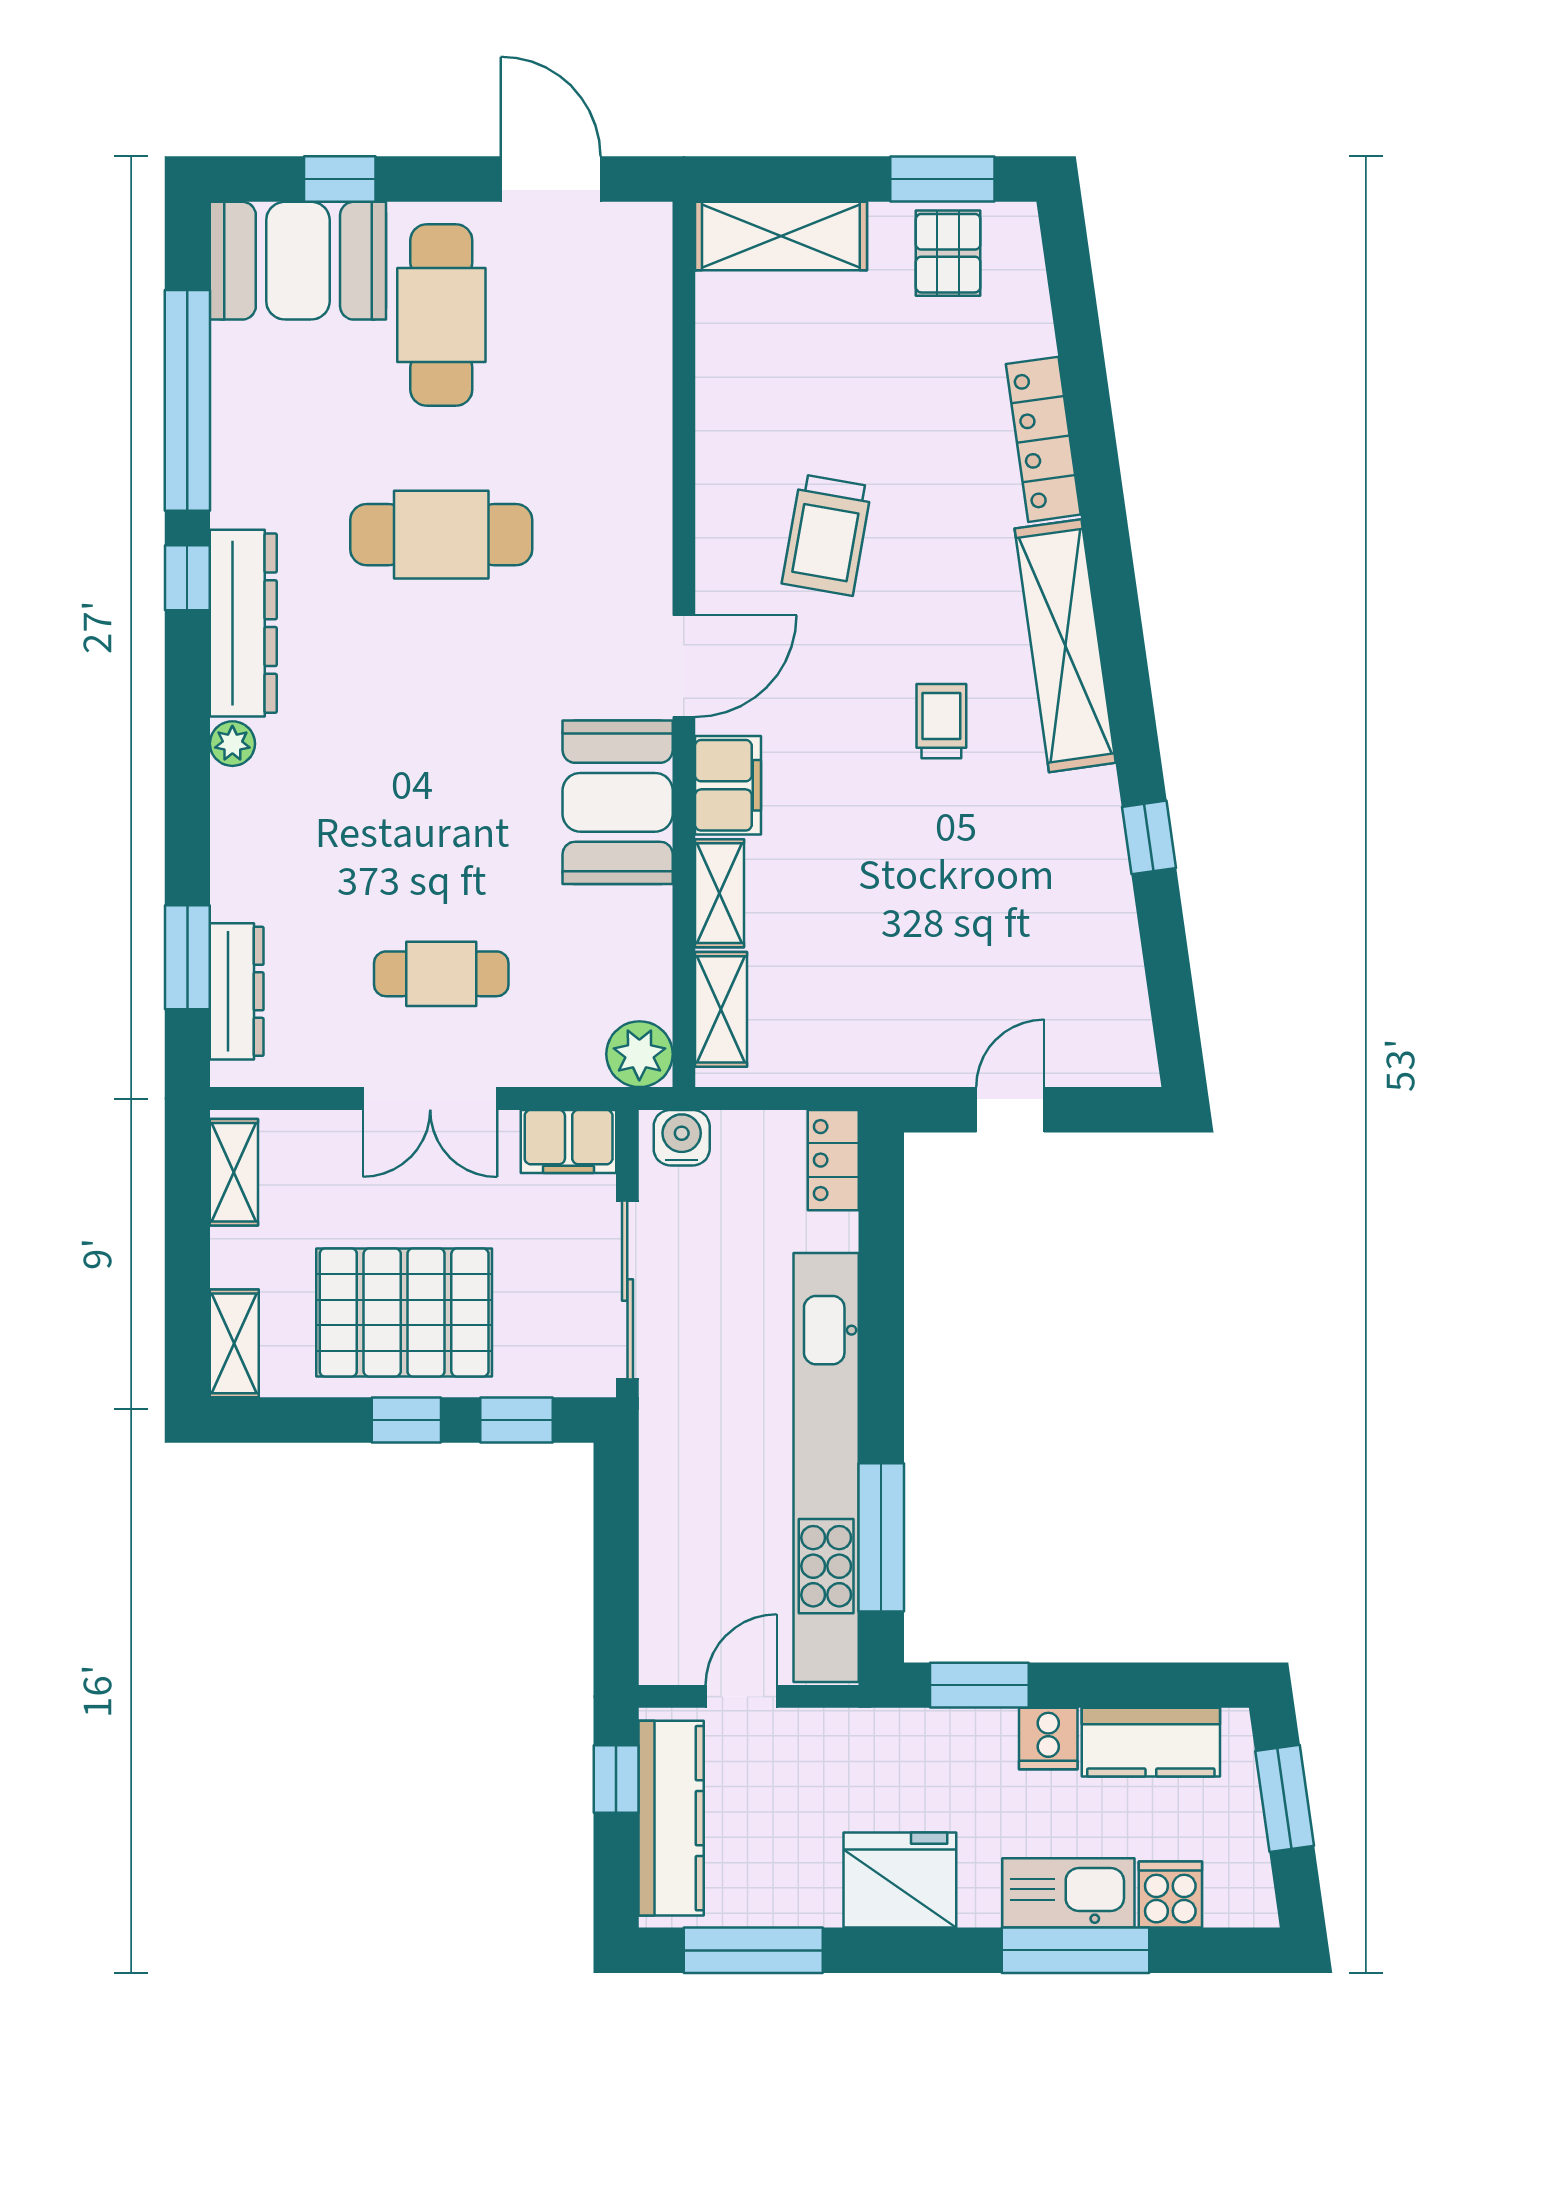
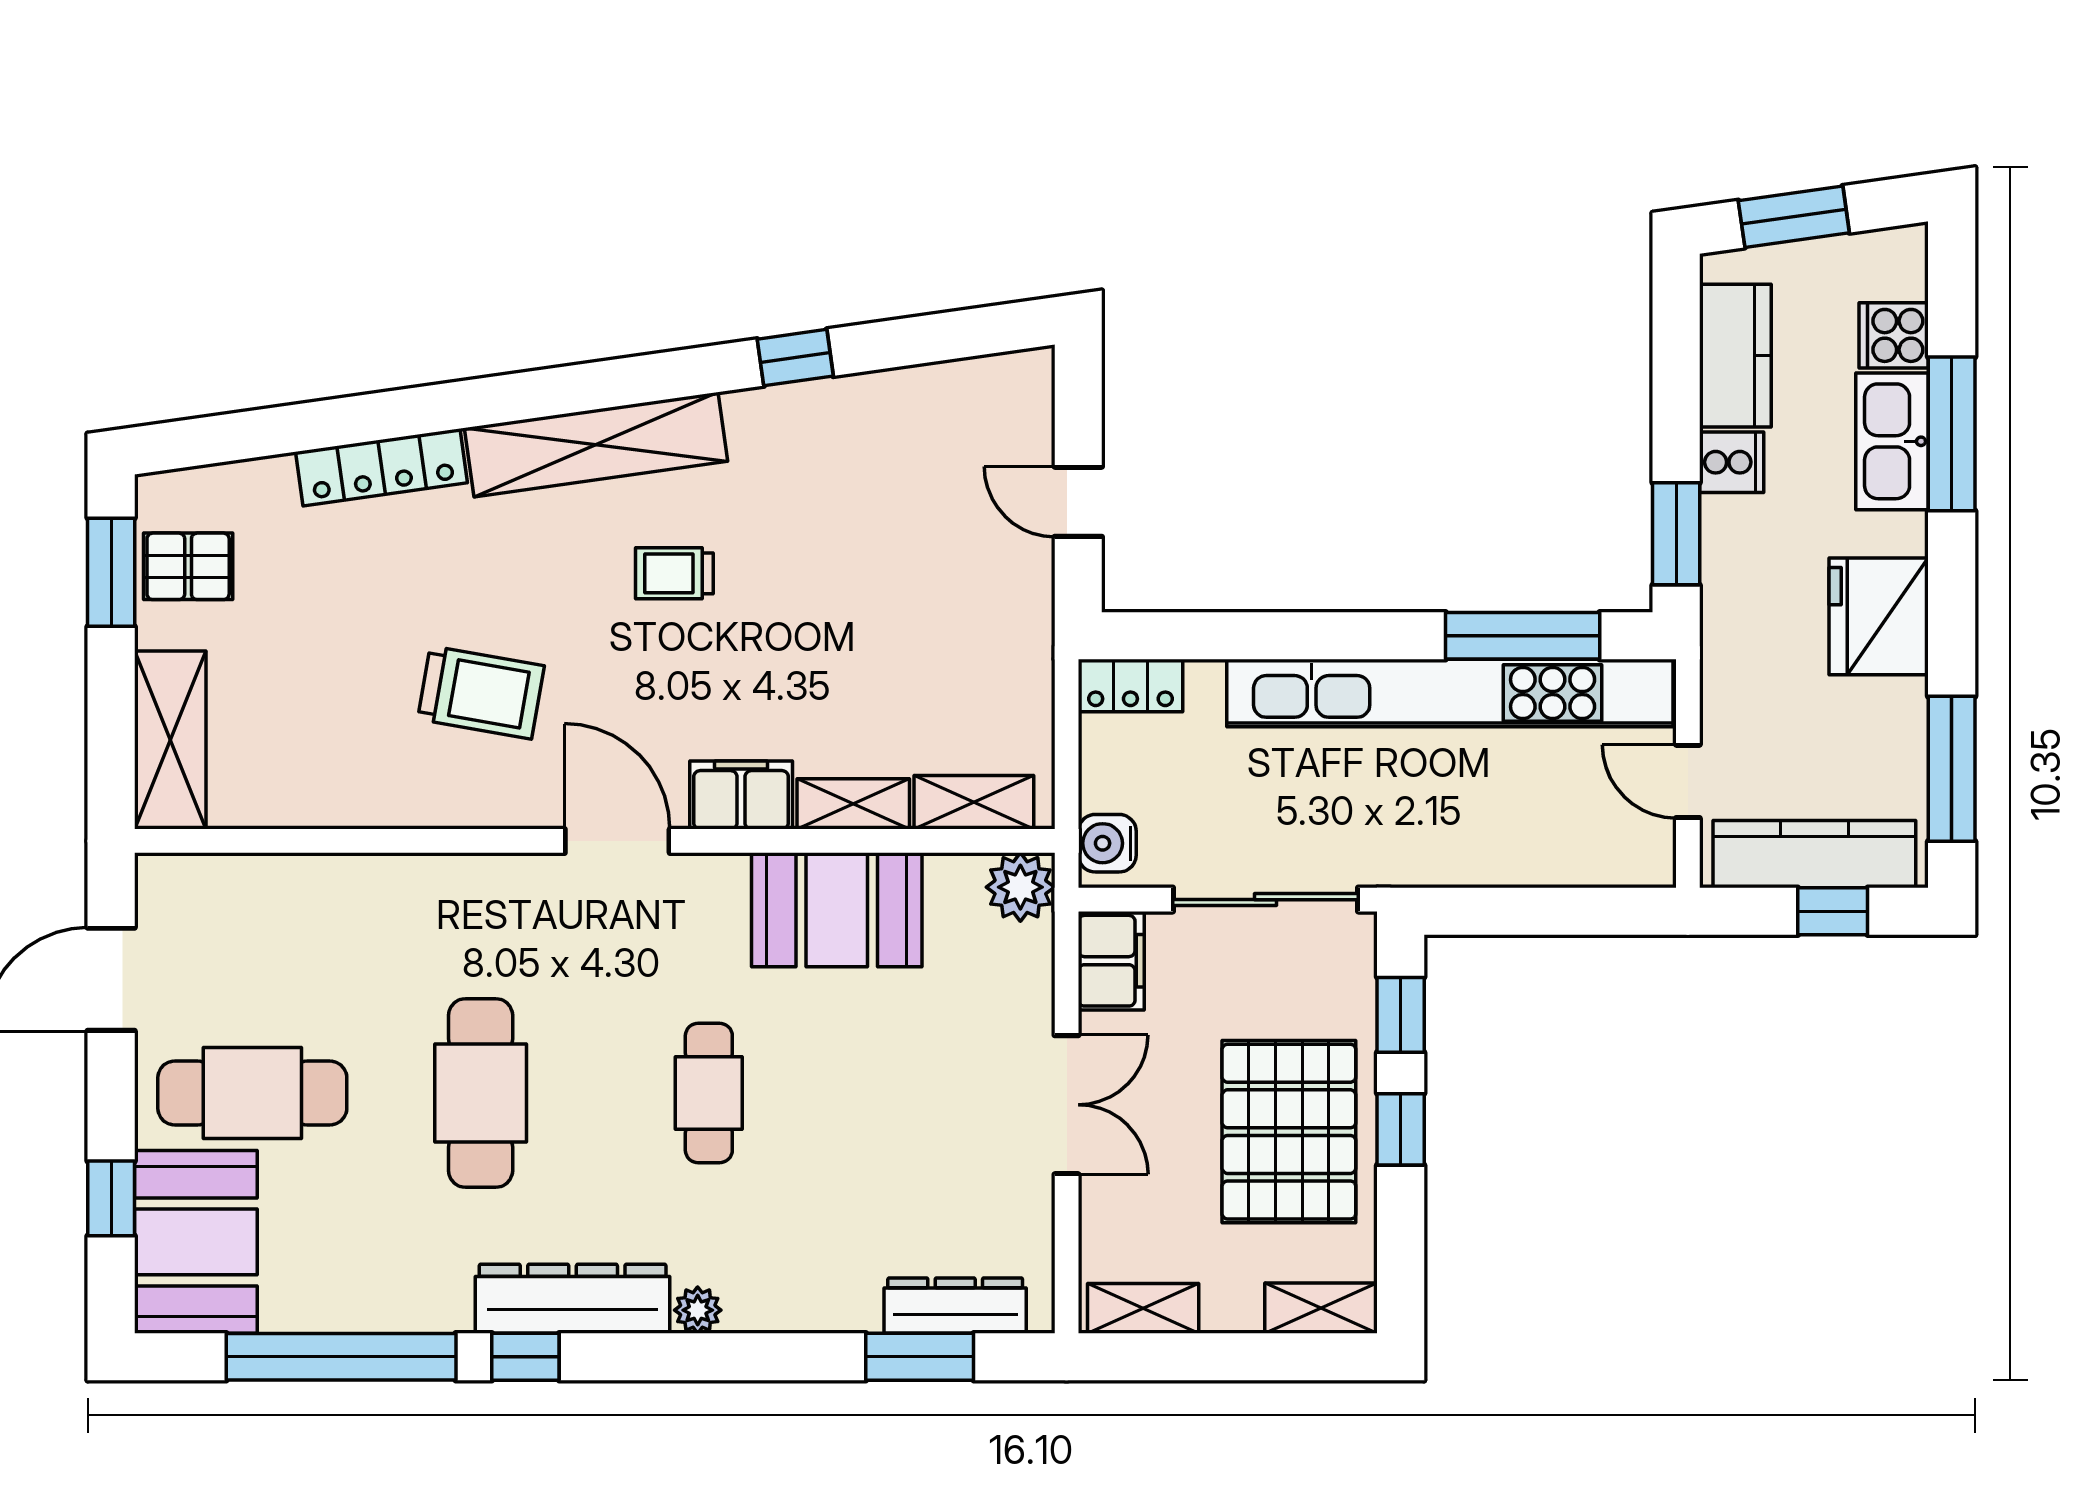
booth: (618, 802) -> (837, 910), moved
cafe table: (441, 974) -> (709, 1093), moved
window: (616, 1779) -> (1833, 911), moved

